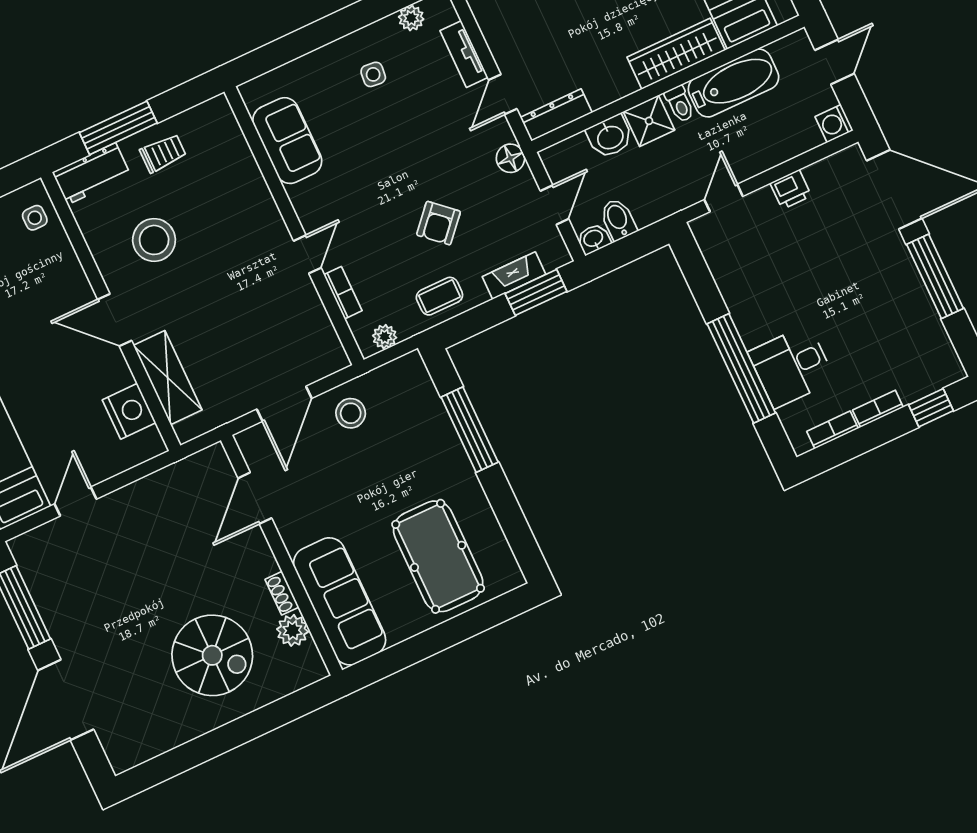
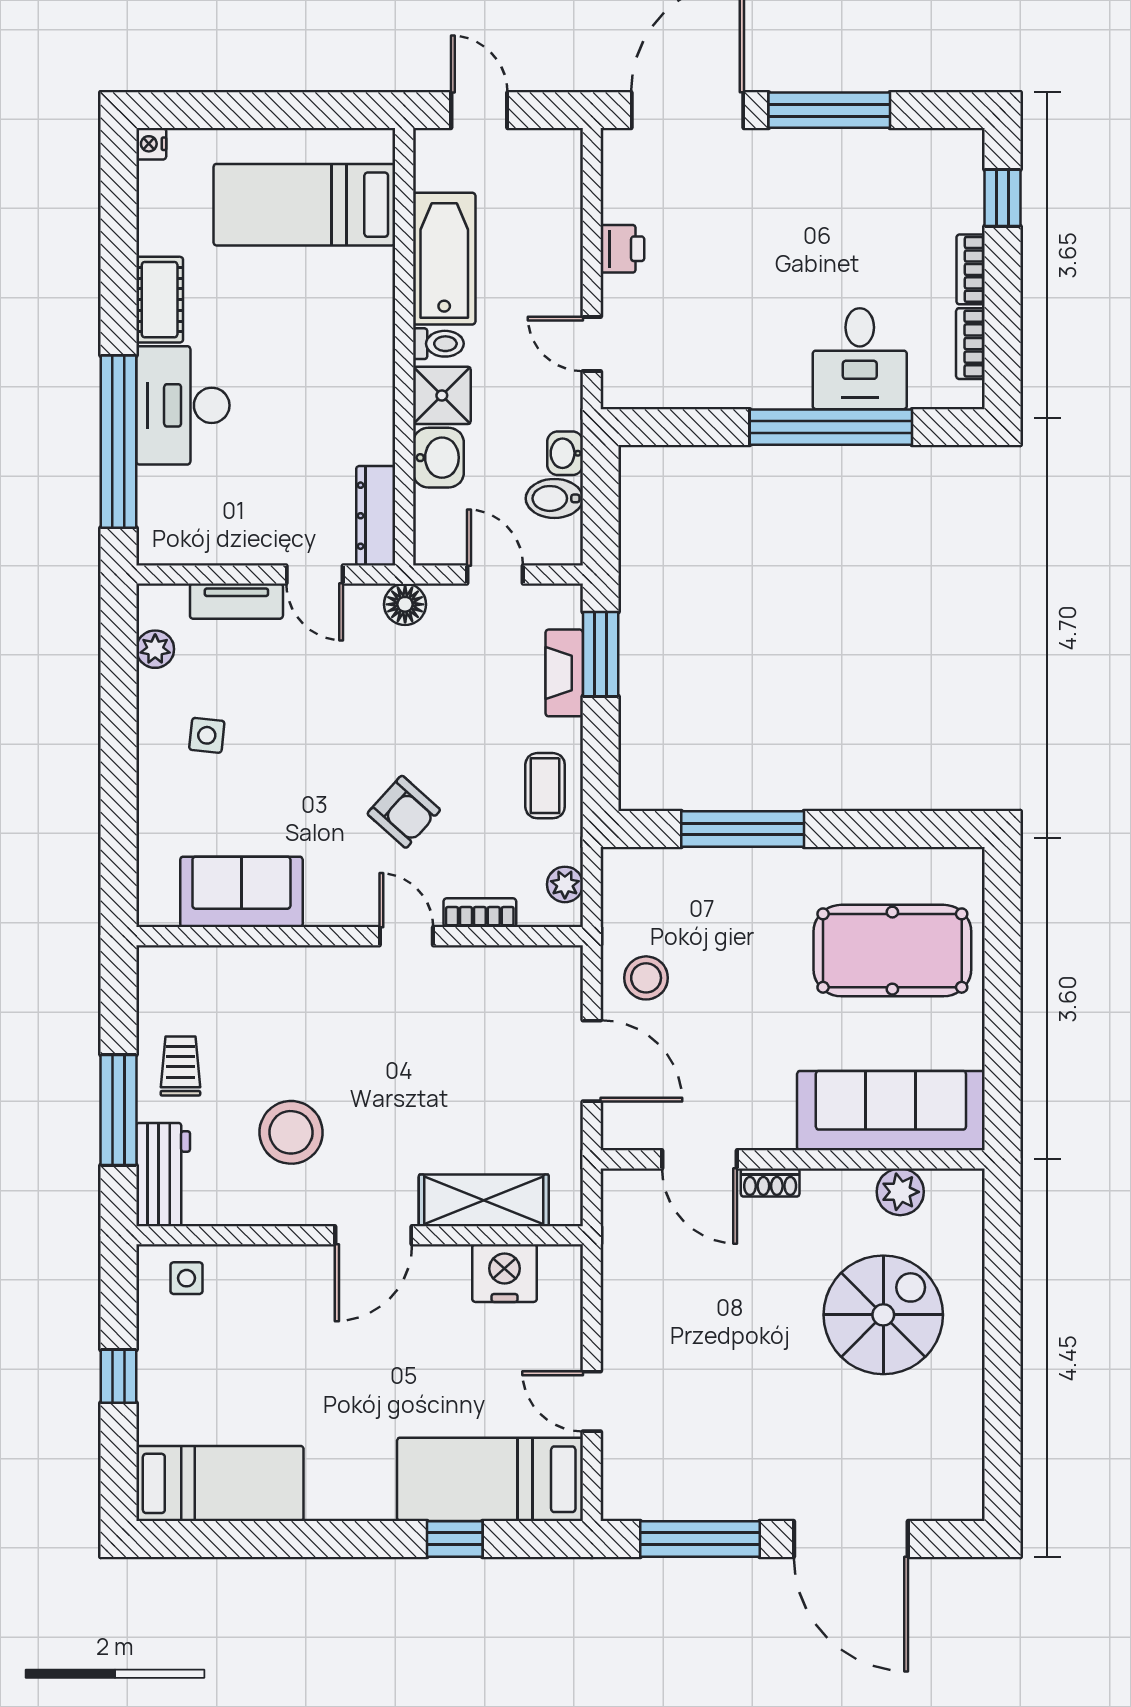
wardrobe: (676, 54) -> (369, 317), removed
washing machine: (834, 124) -> (561, 149), removed
armchair: (439, 223) -> (404, 812), moved
washbasin: (594, 239) -> (565, 453), moved
shoe rack: (282, 593) -> (770, 1183), moved

